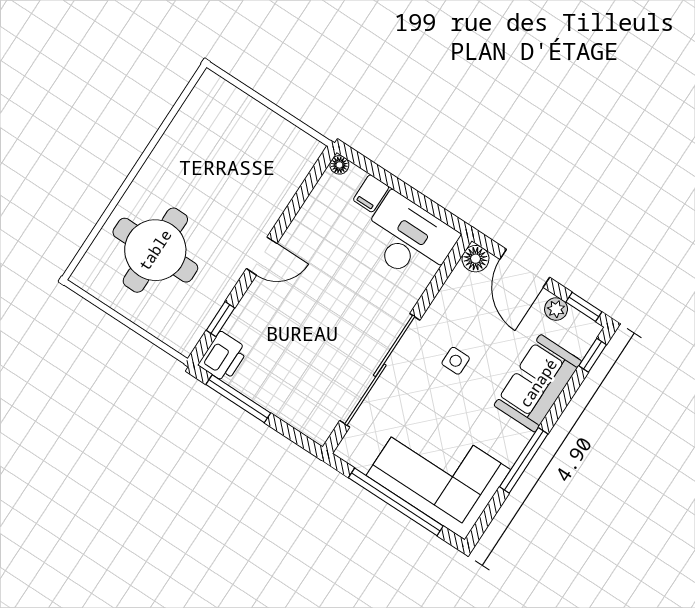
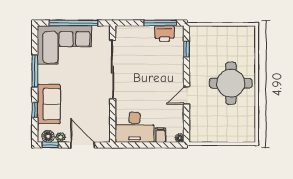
round table: (155, 250) -> (231, 83), moved
door: (262, 256) -> (187, 95), moved
floor lamp: (476, 259) -> (48, 136), moved
window: (593, 355) -> (35, 110), moved
printer: (223, 357) -> (164, 34), moved, turned -90
side table: (456, 361) -> (86, 92), removed

